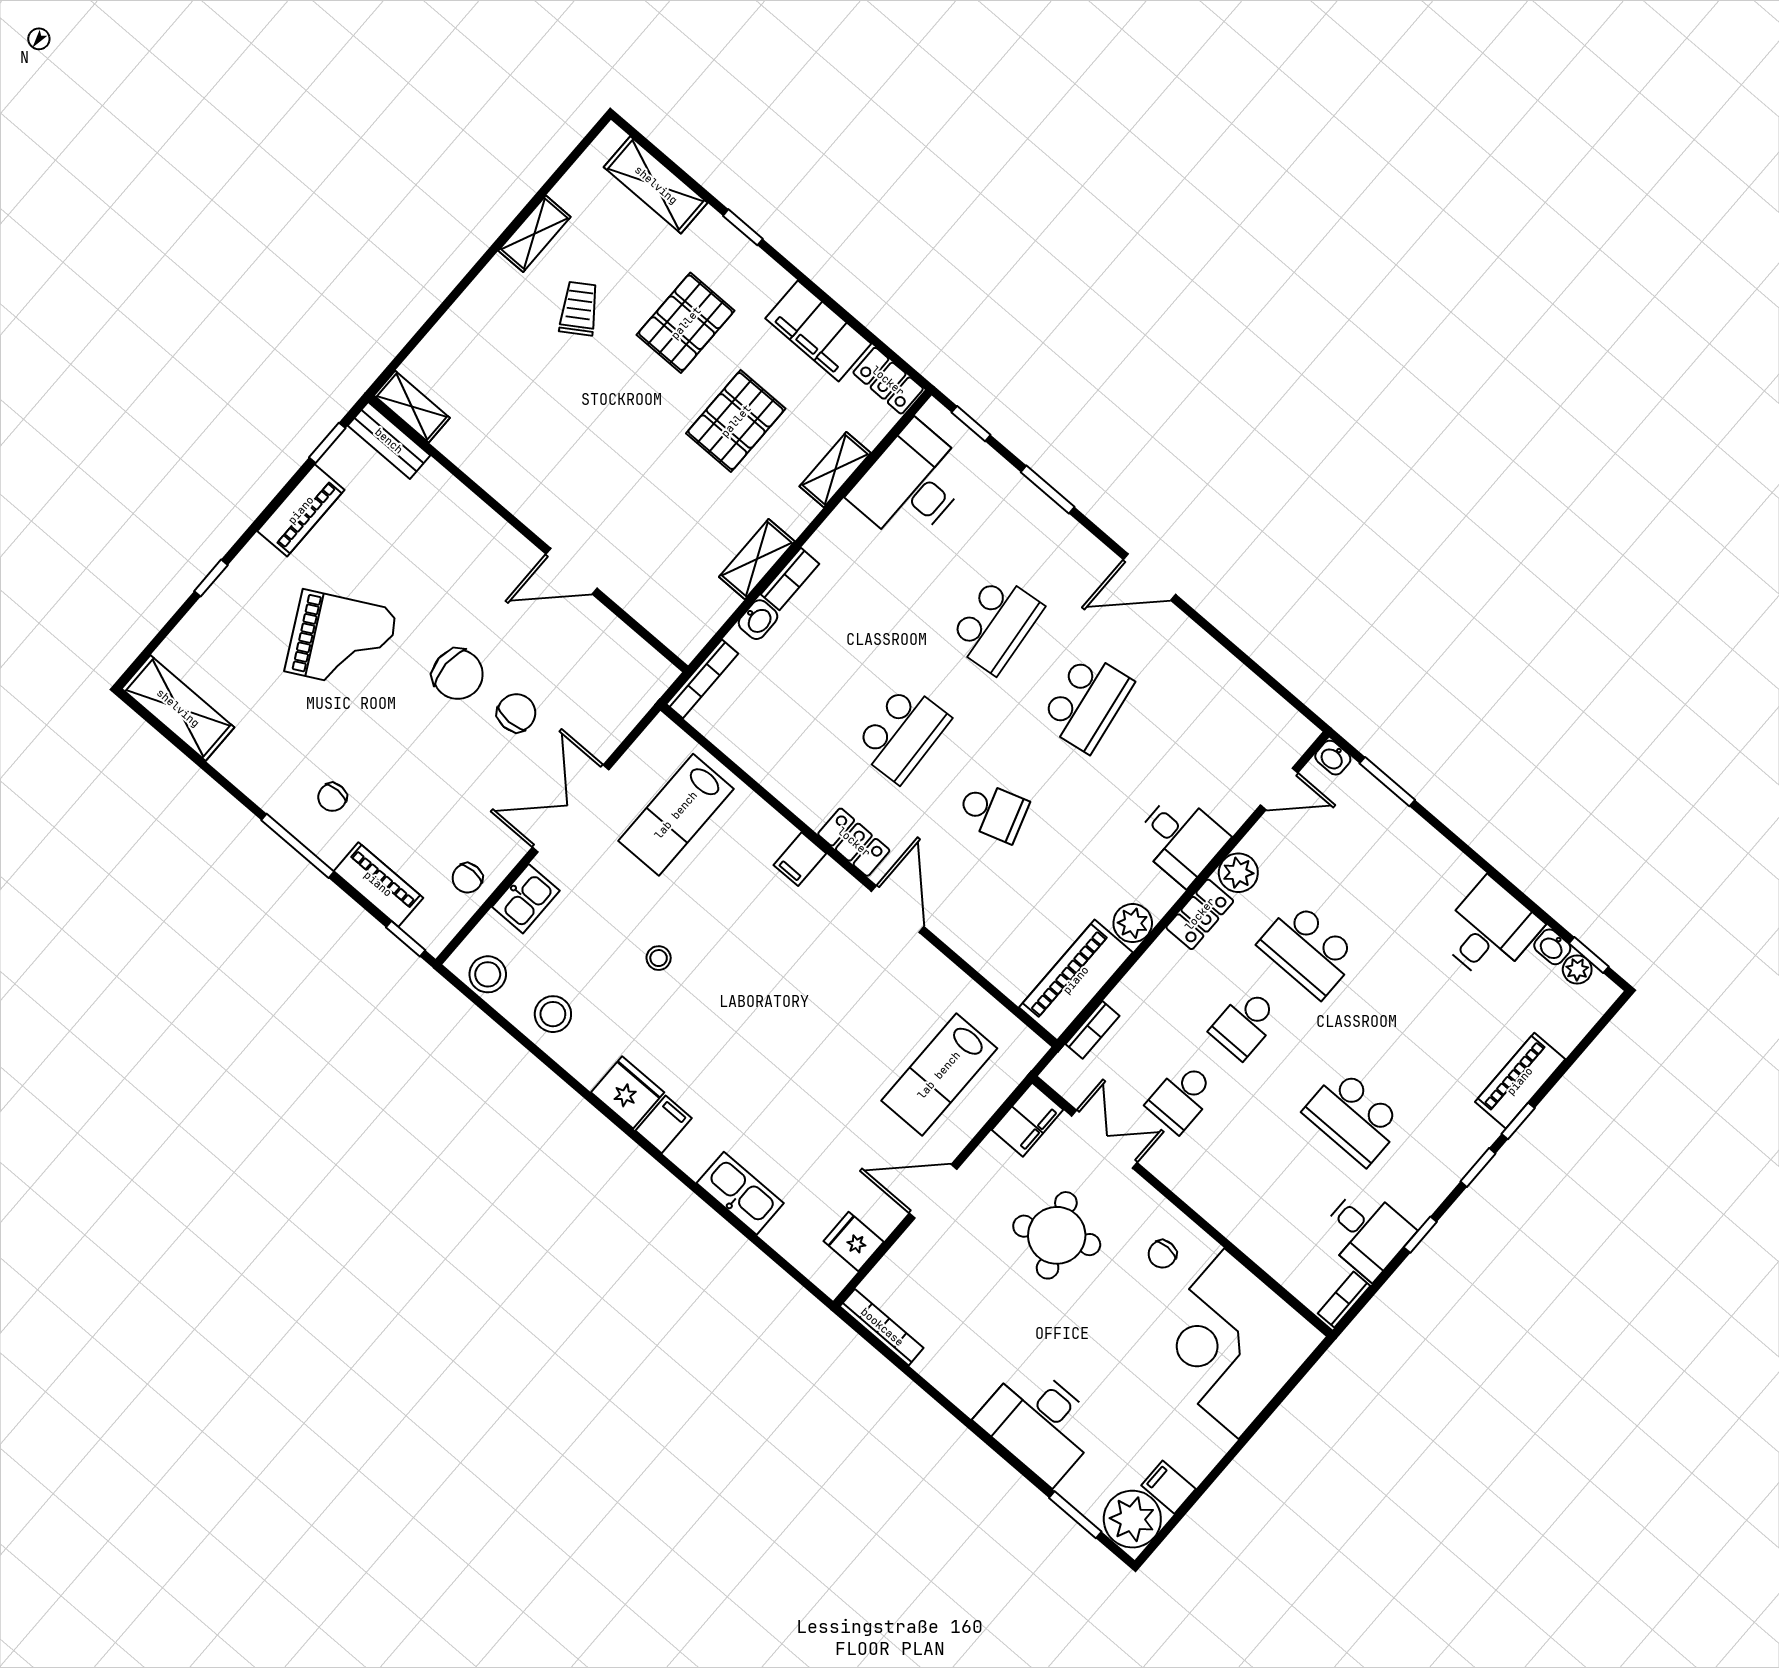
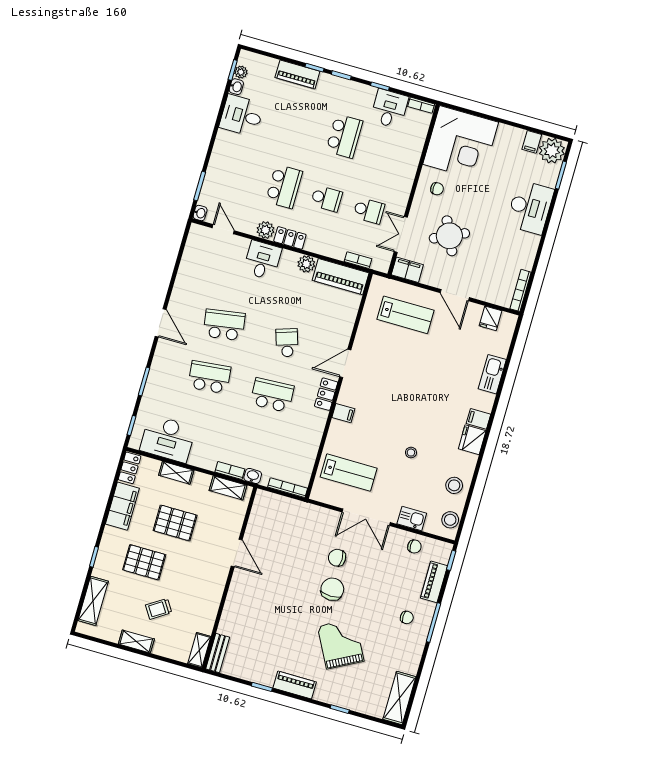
shelving: (412, 407) -> (199, 650), moved
bench: (389, 441) -> (218, 653), moved
wall: (528, 534) -> (230, 578), moved
door: (572, 571) -> (237, 553), moved

